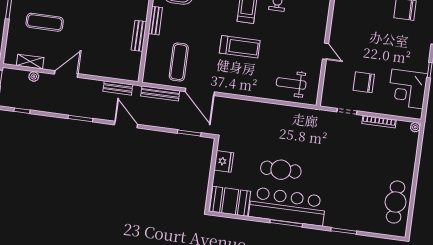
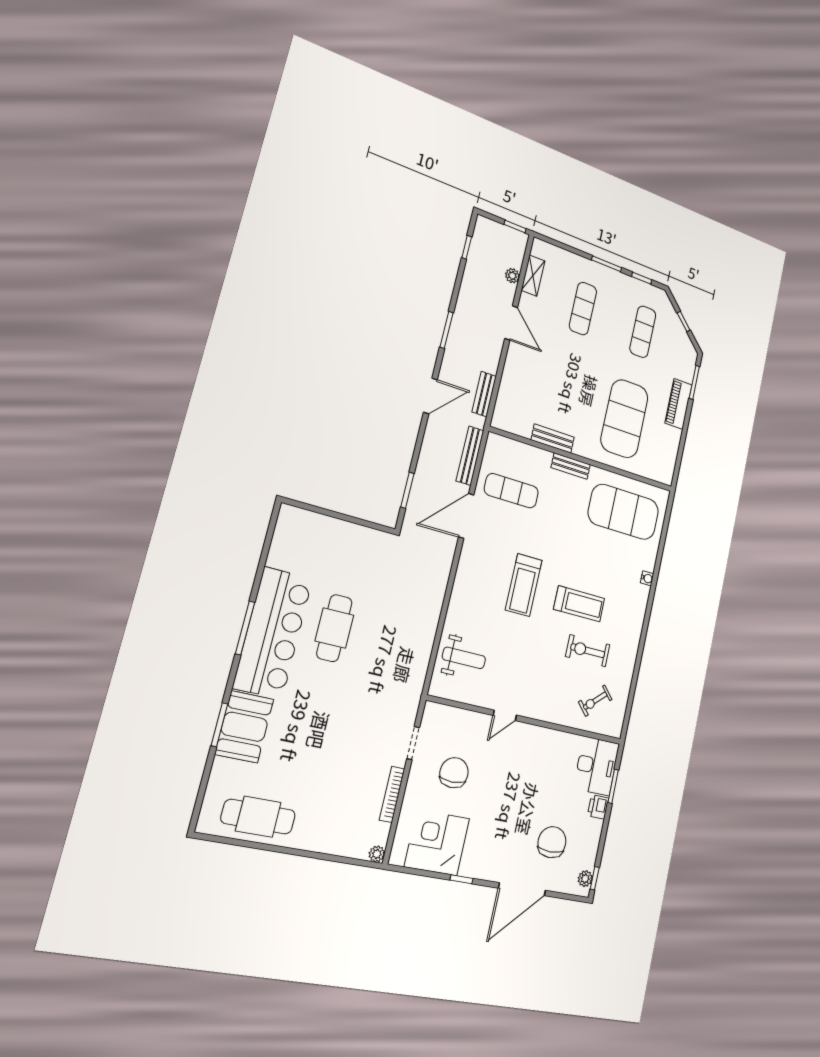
weight bench: (291, 83) -> (464, 658), turned 90
fridge: (224, 161) -> (358, 538), removed
booth: (230, 201) -> (244, 727), moved

